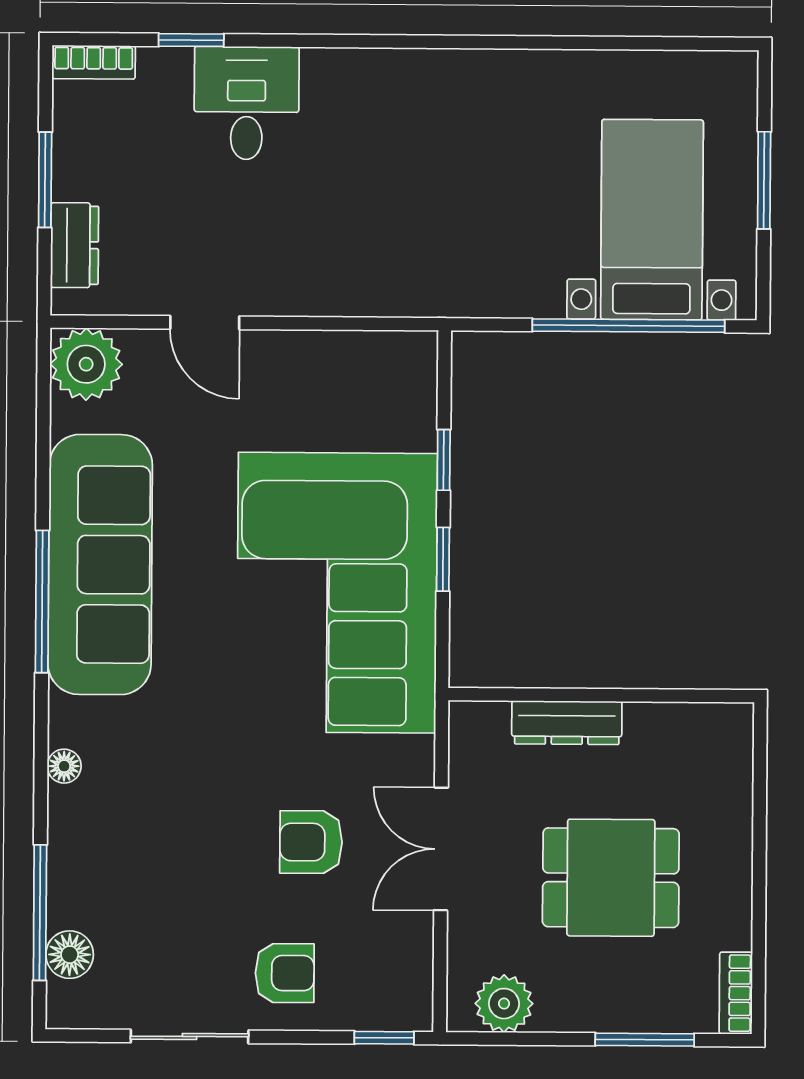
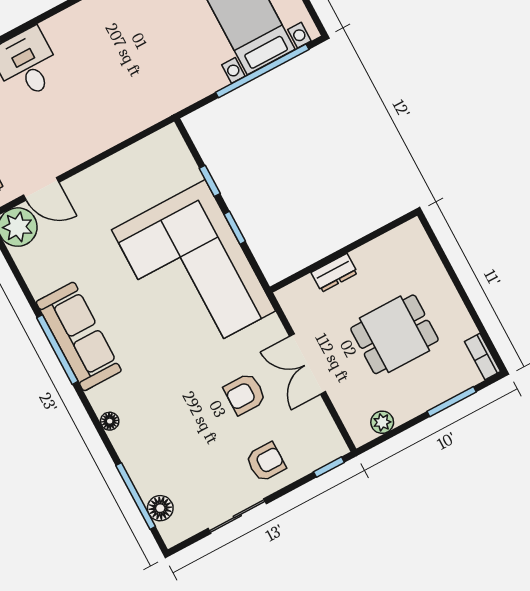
door: (205, 323) -> (41, 189), moved
sofa: (100, 565) -> (79, 336), width x0.74, depth x0.79
dresser: (567, 723) -> (334, 273), width x0.70
plant: (504, 1004) -> (382, 422), width x0.73, depth x0.73

